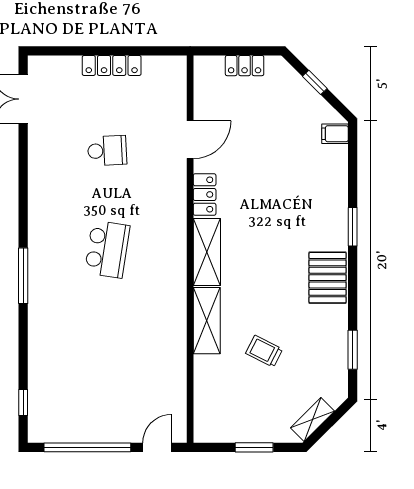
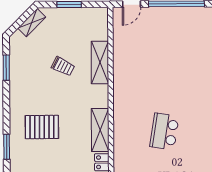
pallet: (328, 278) -> (42, 127), moved, turned 90
shelving: (207, 321) -> (100, 63), moved

